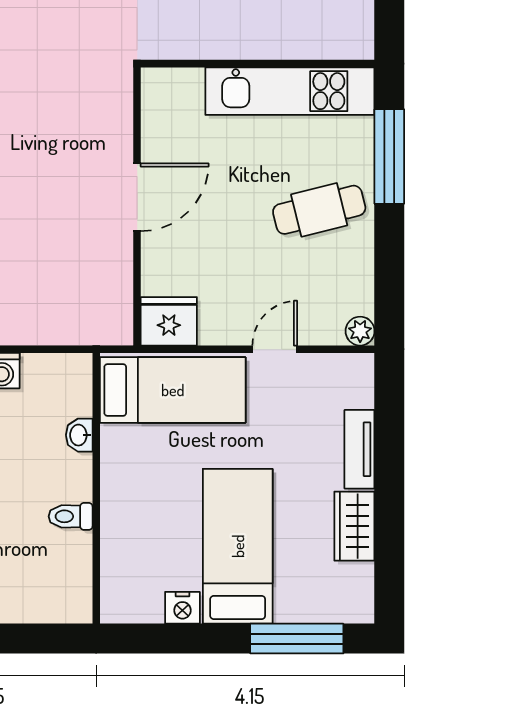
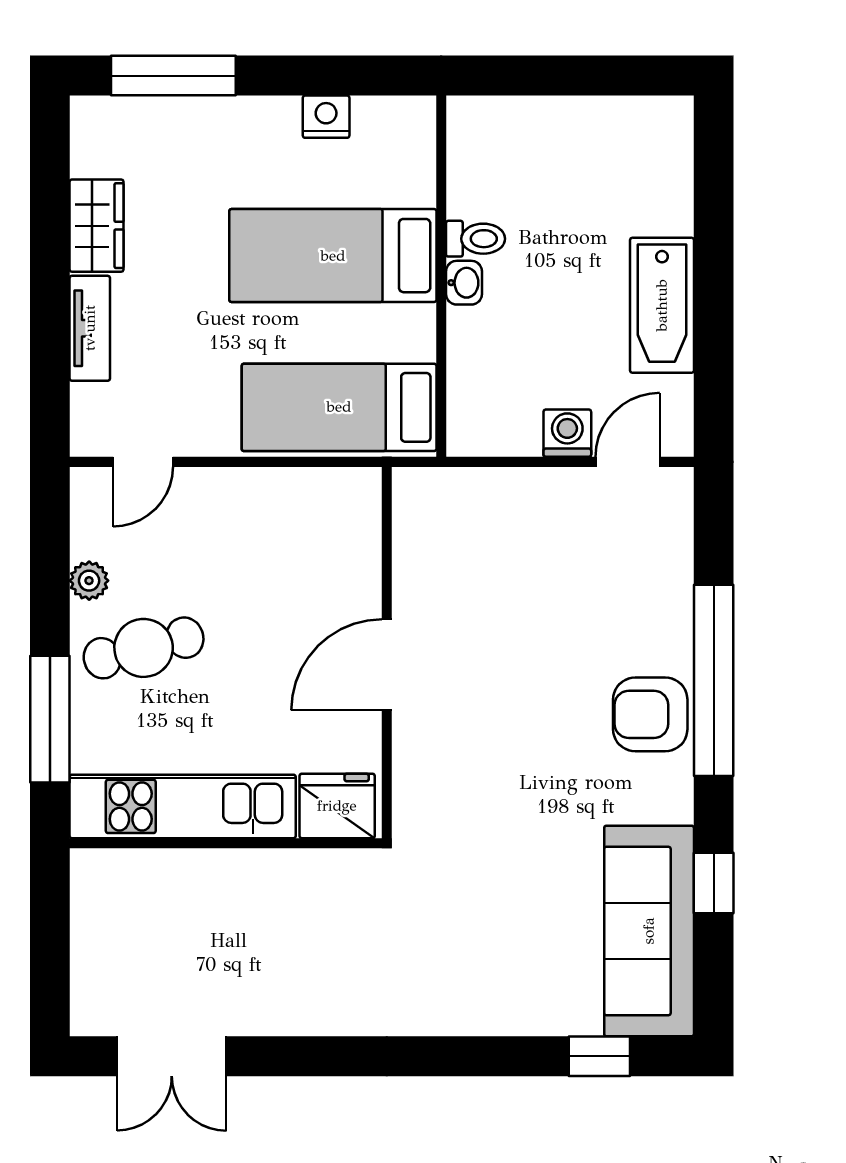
fridge: (169, 321) -> (337, 806), moved, turned 180
plant: (360, 331) -> (89, 581), moved
door: (275, 349) -> (143, 462), moved
washbasin: (79, 435) -> (464, 283), moved
bed: (238, 546) -> (333, 256), moved, turned 90

